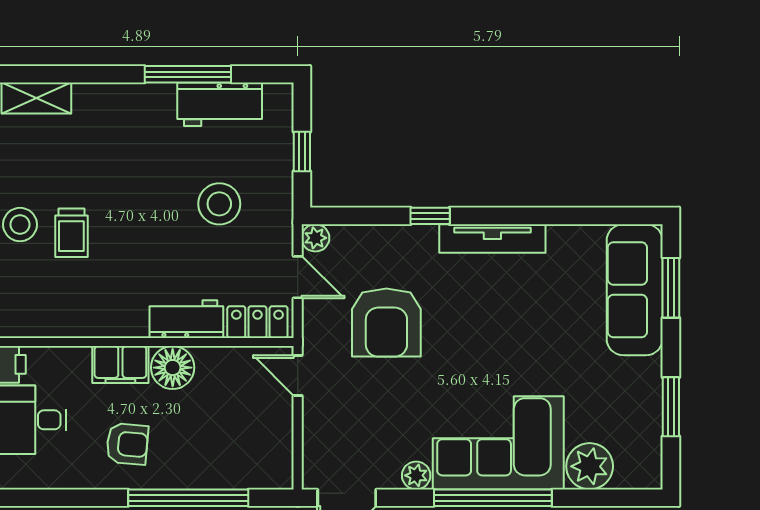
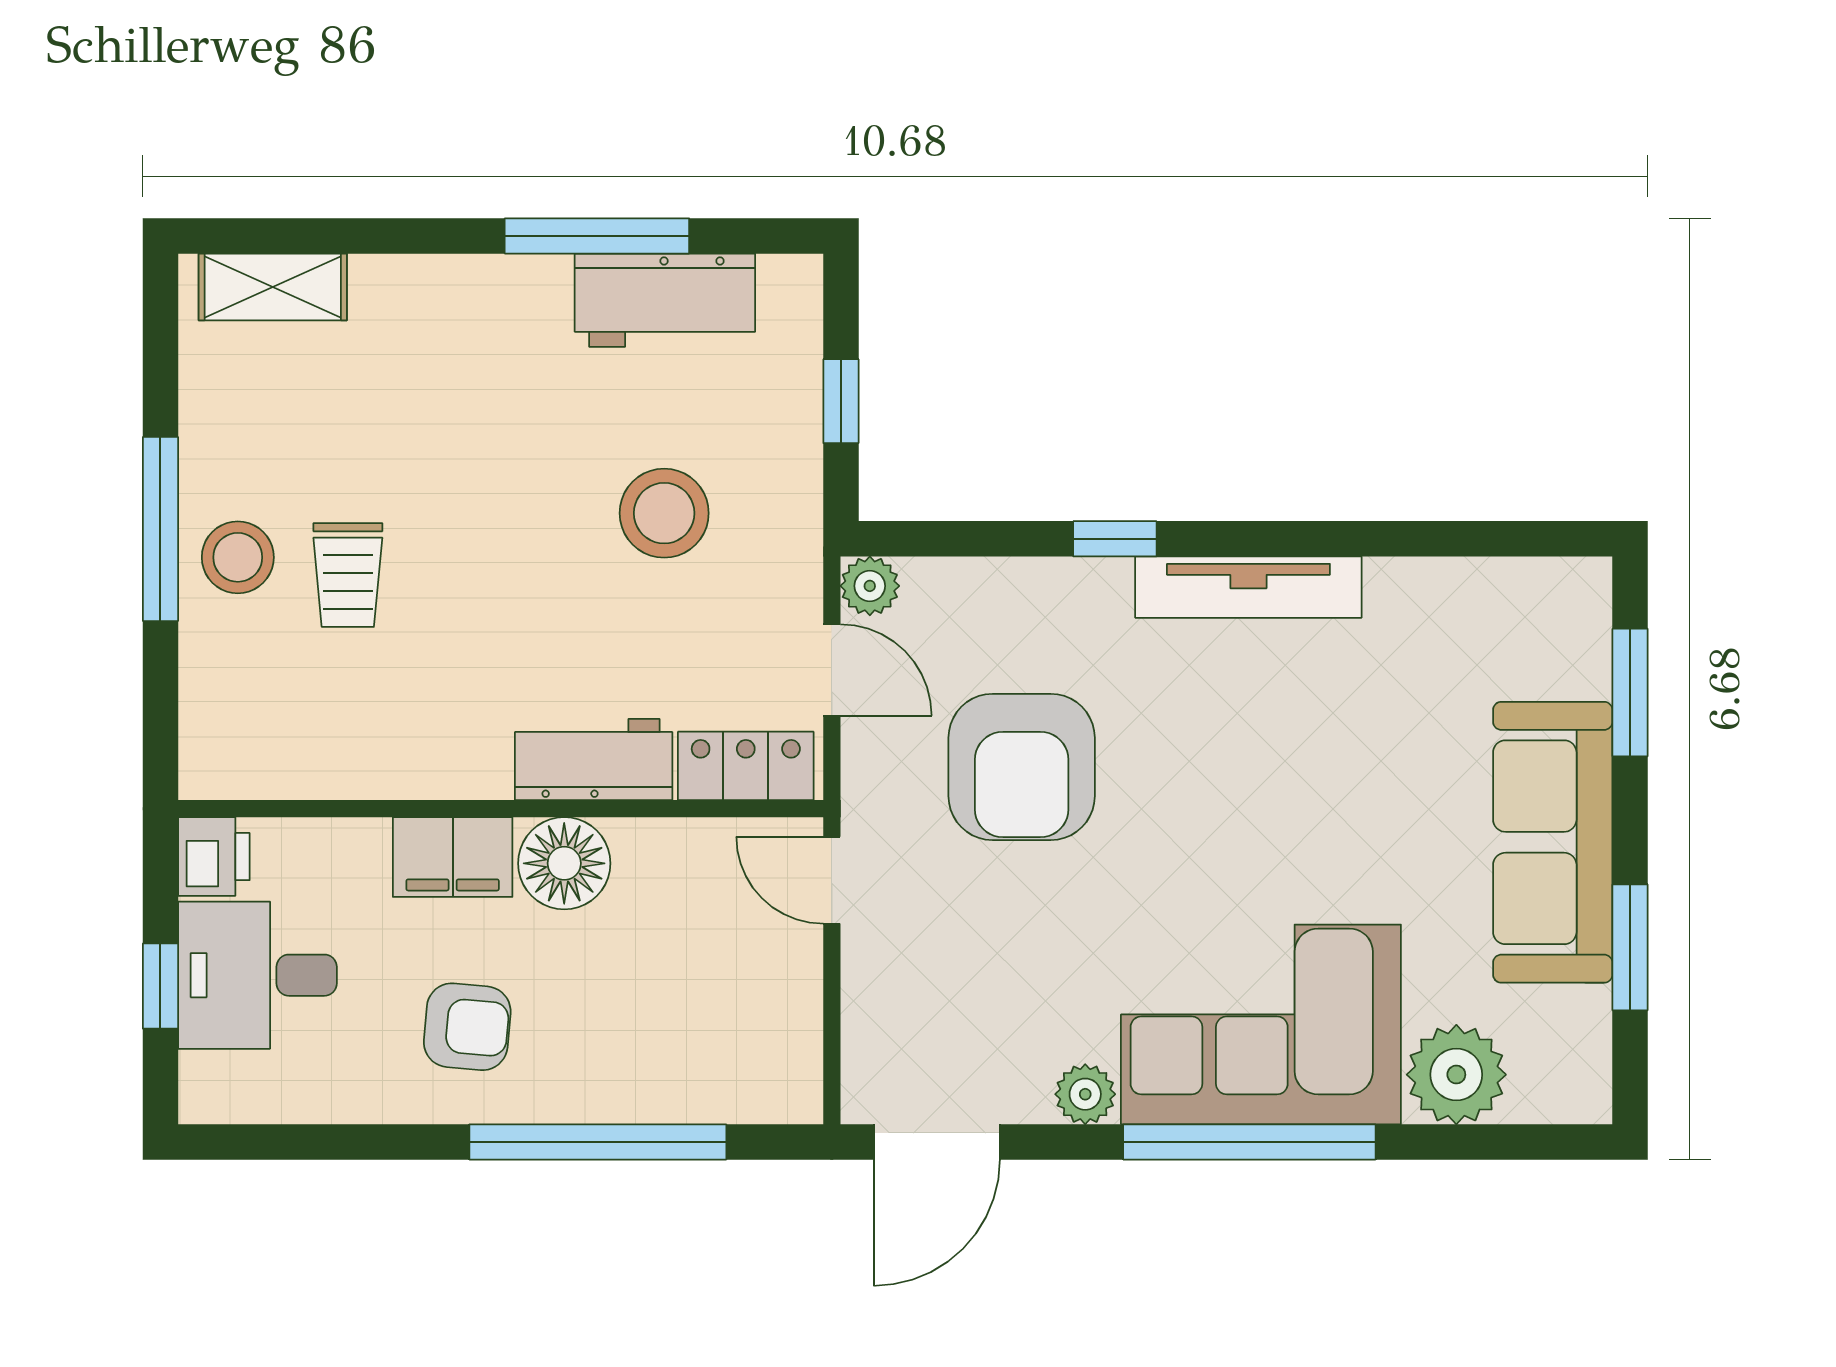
sofa: (635, 290) -> (1553, 842), moved

